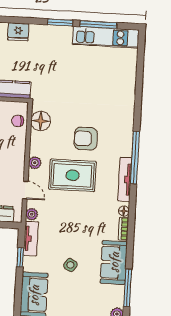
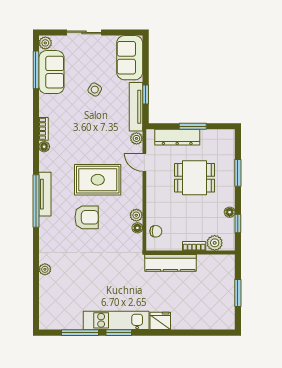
kitchen unit: (105, 37) -> (116, 320), moved
plant: (130, 89) -> (45, 269), added
floor lamp: (41, 121) -> (137, 228), width x0.53, depth x0.53
plant: (35, 163) -> (136, 215), moved
tv unit: (125, 179) -> (45, 194), moved
tv unit: (31, 239) -> (136, 107), width x1.41
sofa: (114, 262) -> (51, 72), moved

